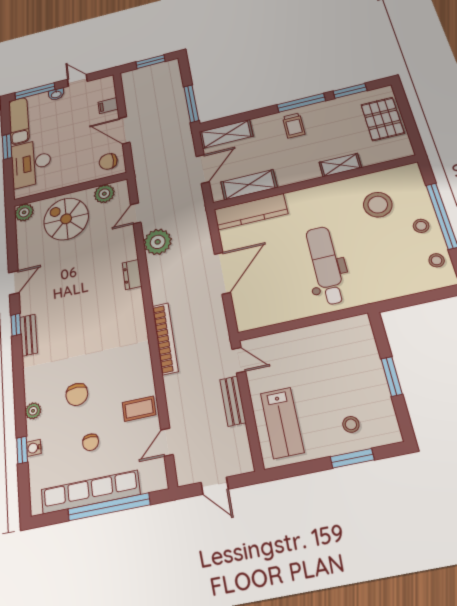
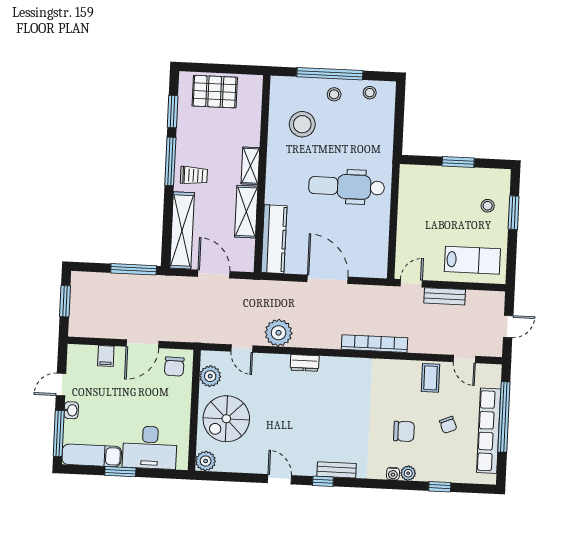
shelving: (226, 134) -> (182, 230), width x1.47
shelving: (340, 165) -> (250, 166), moved
shelving: (249, 185) -> (246, 212), moved
chair: (91, 442) -> (448, 425), turned 68
water cooler: (34, 448) -> (393, 474), moved

